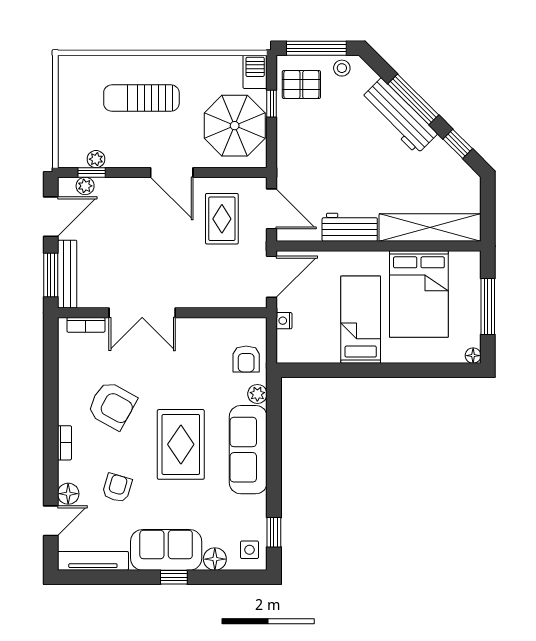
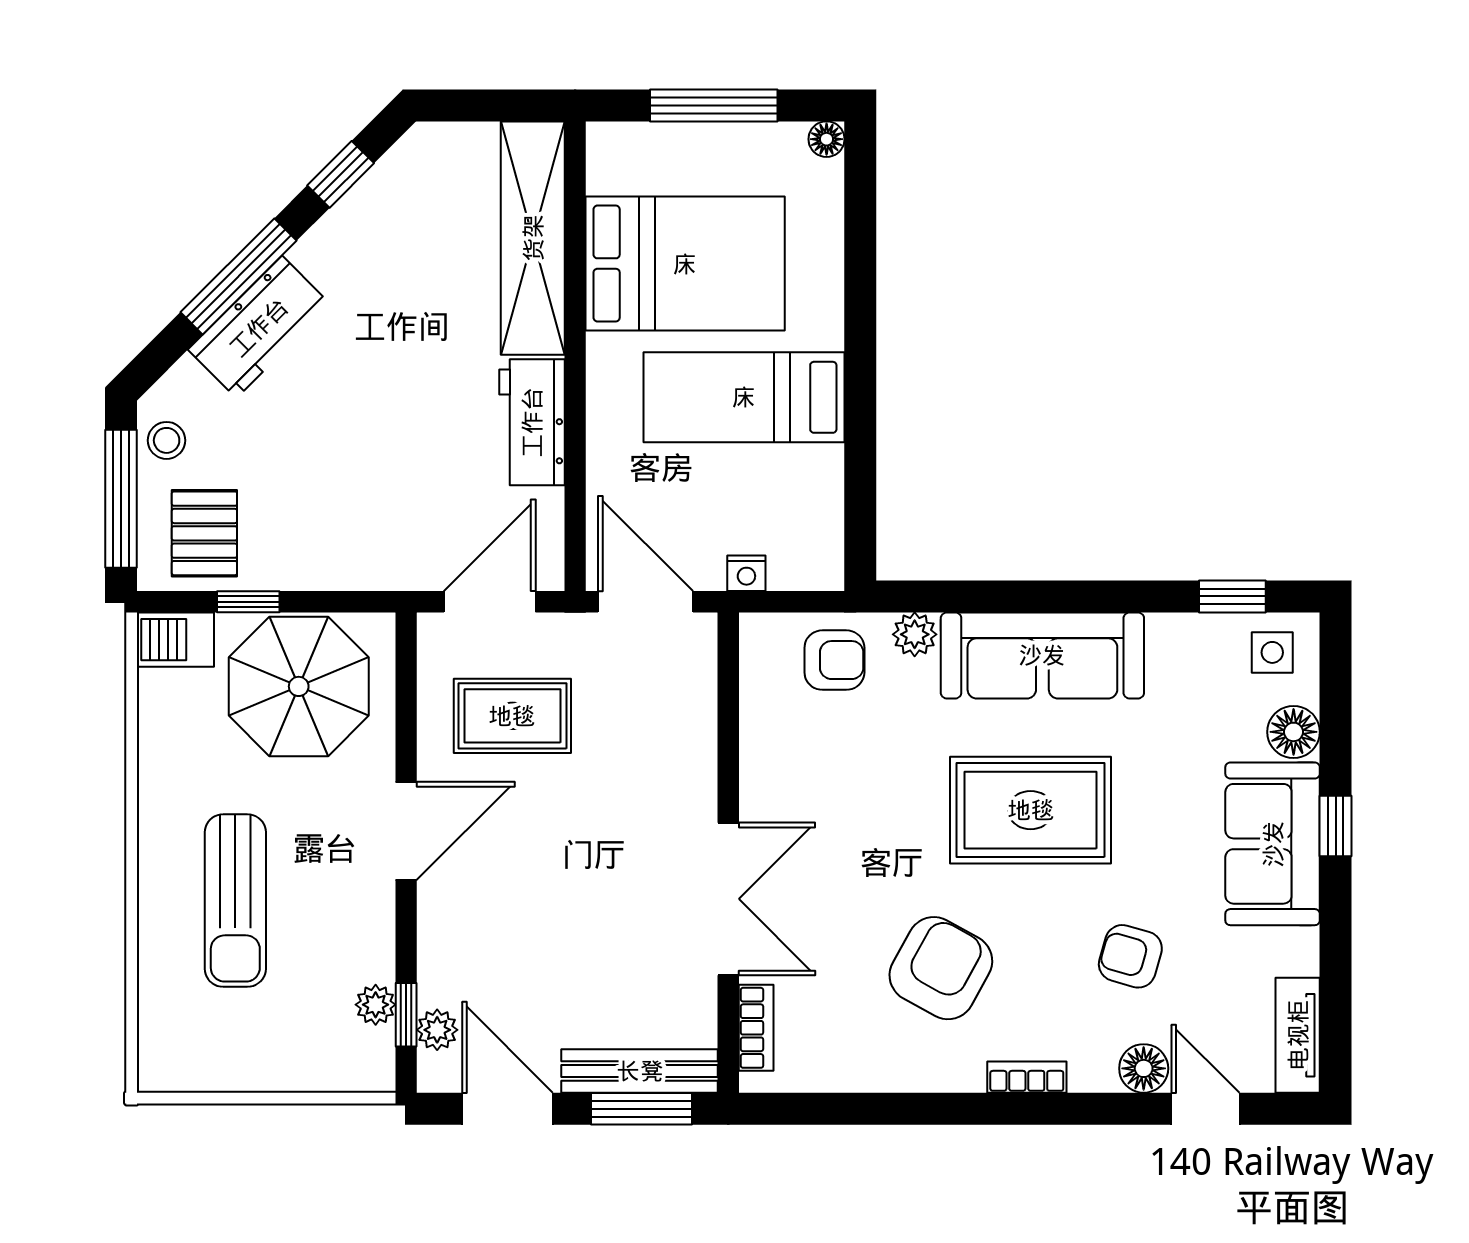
workbench: (399, 116) -> (259, 327), width x0.73
tv unit: (93, 561) -> (1298, 1035), width x0.71

